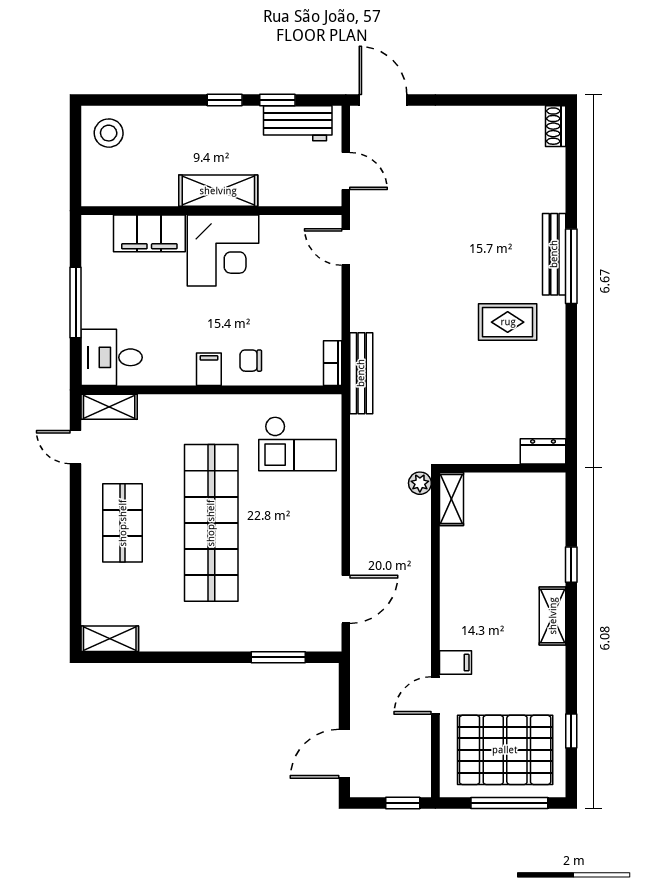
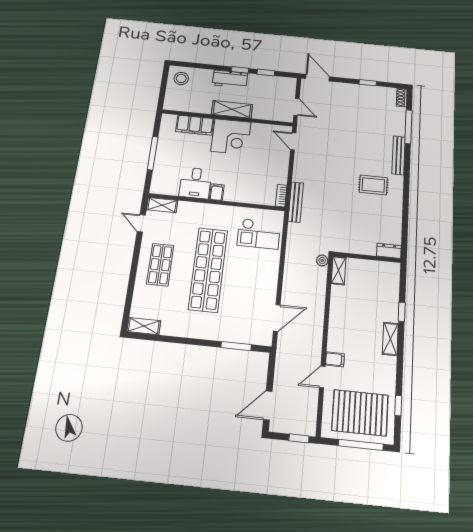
window: (485, 100) -> (368, 83), added
workbench: (298, 123) -> (230, 79), moved
window: (571, 266) -> (408, 127), moved
desk: (112, 357) -> (195, 183), moved, turned -90
chair: (251, 361) -> (239, 190), removed

